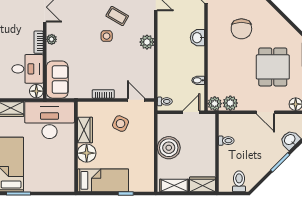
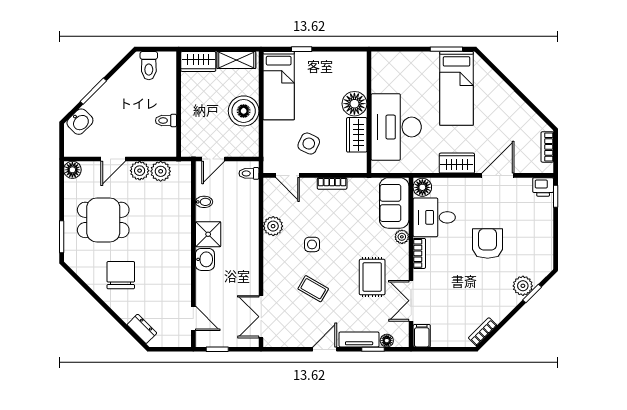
rug: (74, 25) -> (372, 277), added
chair: (241, 29) -> (121, 275), moved
side table: (107, 36) -> (312, 244), moved
plant: (52, 39) -> (402, 237), moved
plant: (147, 42) -> (273, 226), moved
shower: (195, 56) -> (208, 234), added
dining table: (273, 67) -> (103, 220), turned 90
plant: (215, 104) -> (140, 171), moved
door: (265, 112) -> (113, 159), swing flipped
desk: (50, 120) -> (396, 127), moved, turned 90
bed: (103, 180) -> (279, 86), moved, turned -90

